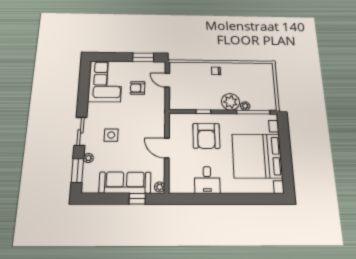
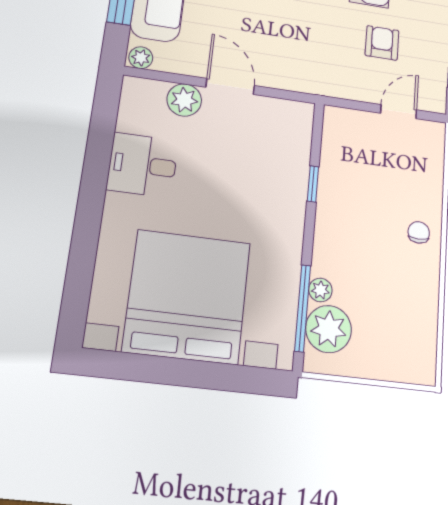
plant: (231, 102) -> (329, 329), moved
armchair: (206, 136) -> (251, 181), removed
door: (167, 148) -> (230, 86), hinge flipped
plant: (176, 166) -> (184, 100), added

